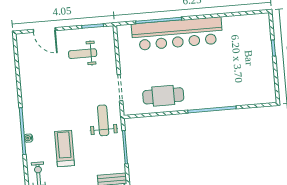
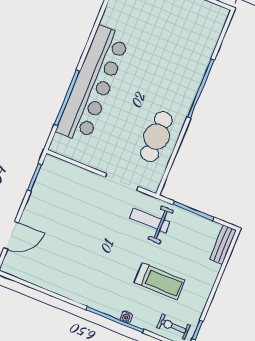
weight bench: (83, 54) -> (61, 205), removed
treadmill: (64, 148) -> (159, 281), turned 180

